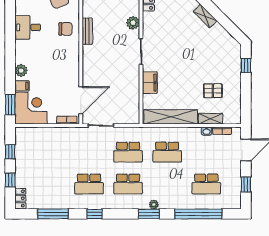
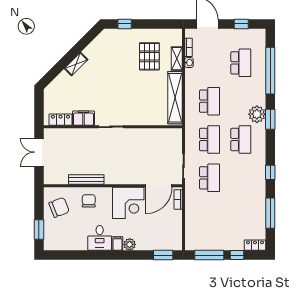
plant: (133, 23) -> (83, 135), removed
desk: (28, 27) -> (100, 238), moved
bench: (87, 31) -> (86, 179), width x1.36
filing cabinet: (150, 83) -> (84, 118), moved
filing cabinet: (22, 86) -> (117, 244), moved
pallet: (213, 91) -> (149, 56), width x1.50, depth x1.42
door: (81, 100) -> (159, 186), swing flipped
corner desk: (31, 108) -> (128, 203), moved, turned 180
window: (10, 152) -> (209, 255), width x2.17
school desk: (89, 184) -> (210, 178), moved
plant: (154, 205) -> (257, 114), width x1.87, depth x1.87

